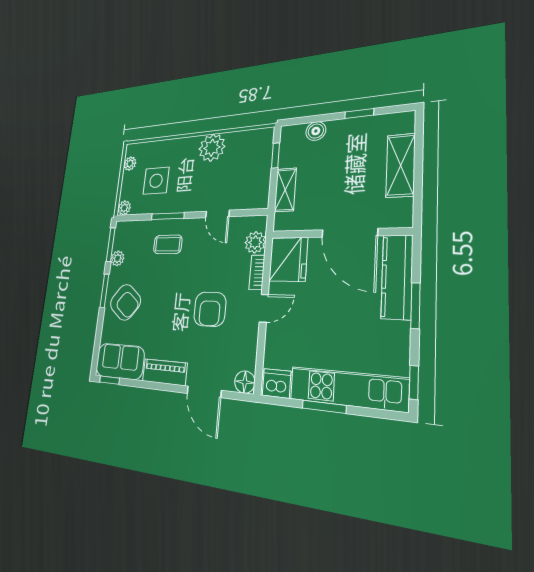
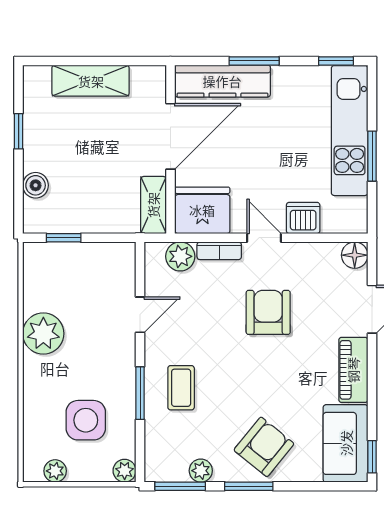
shelving: (285, 190) -> (153, 205), moved, turned 90
armchair: (210, 309) -> (268, 312), turned -90
dishwasher: (276, 383) -> (303, 218), moved, turned 90

